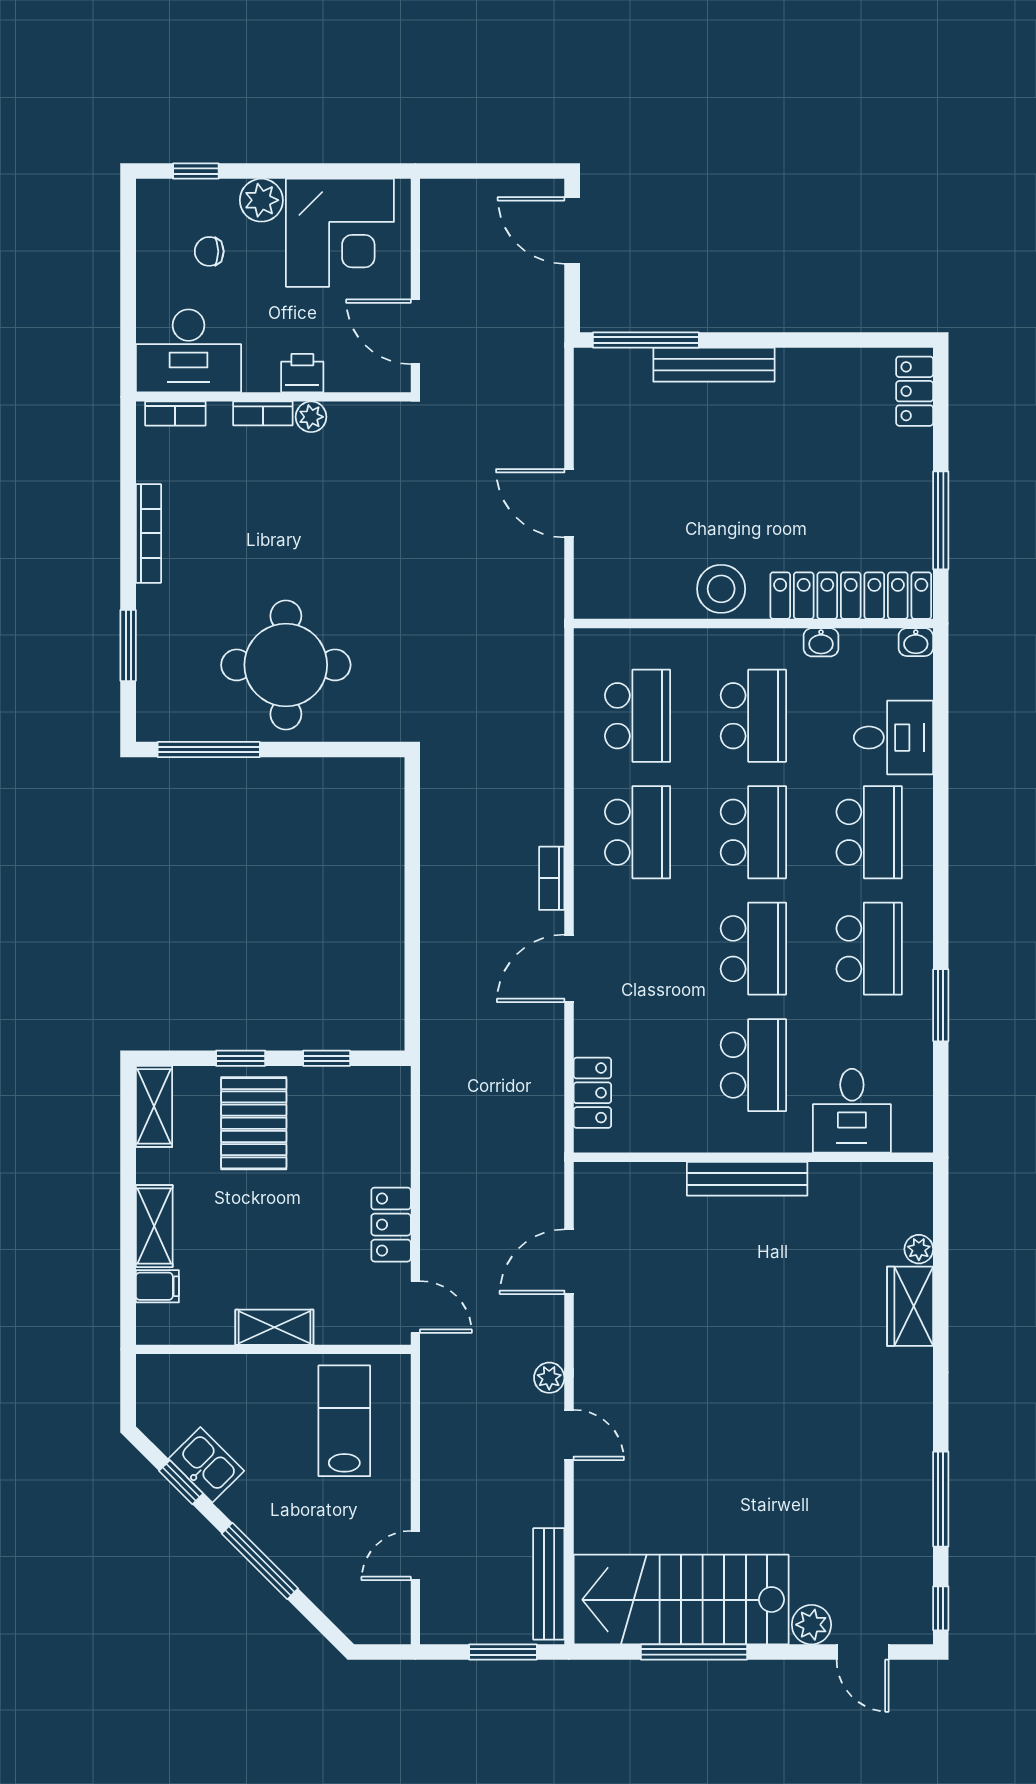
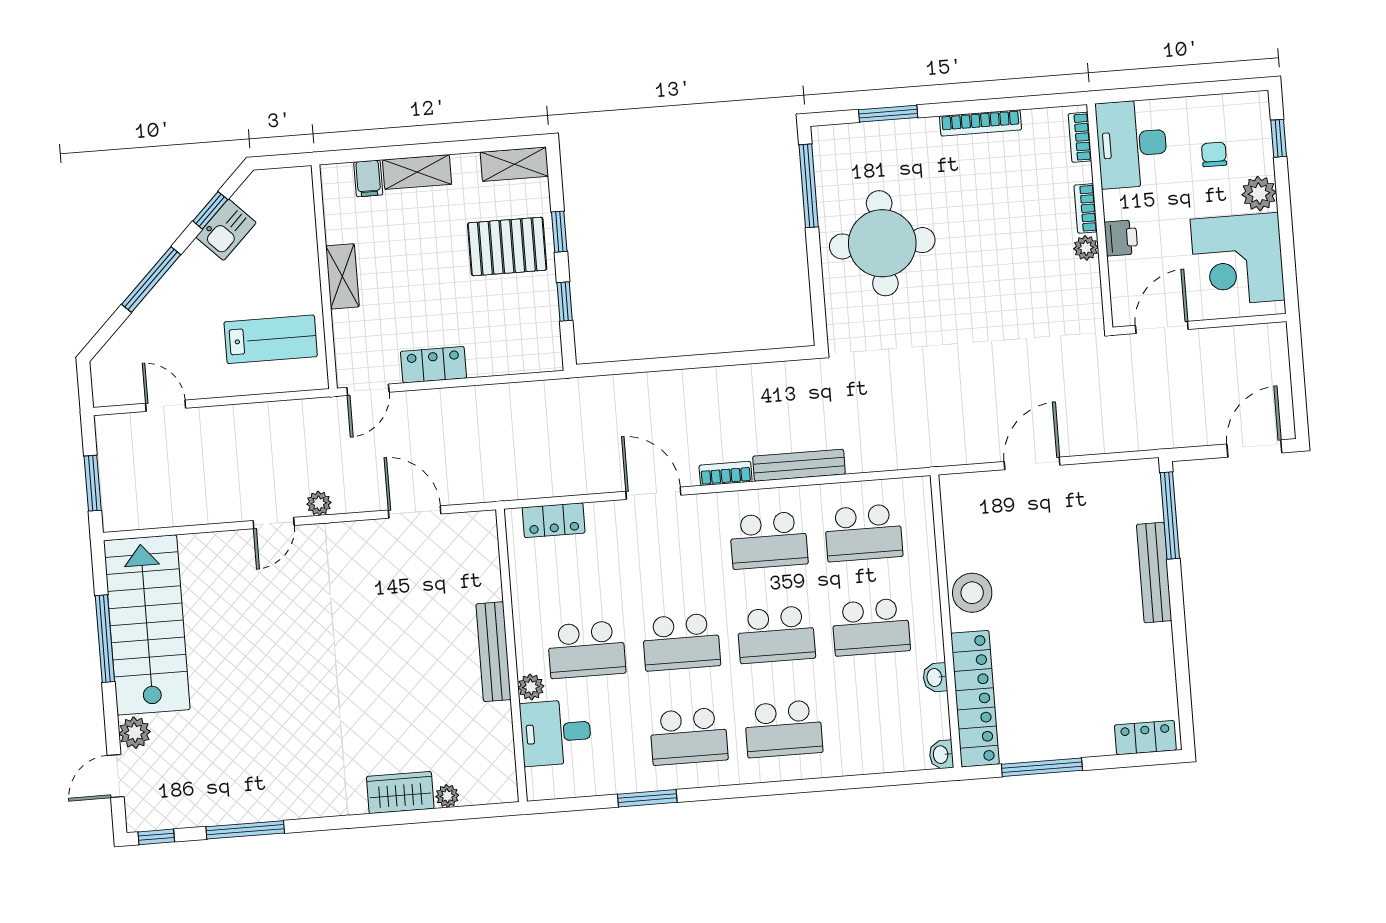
desk: (893, 738) -> (862, 743), removed
plant: (794, 1137) -> (531, 687), added
bench: (549, 1584) -> (799, 465), moved

